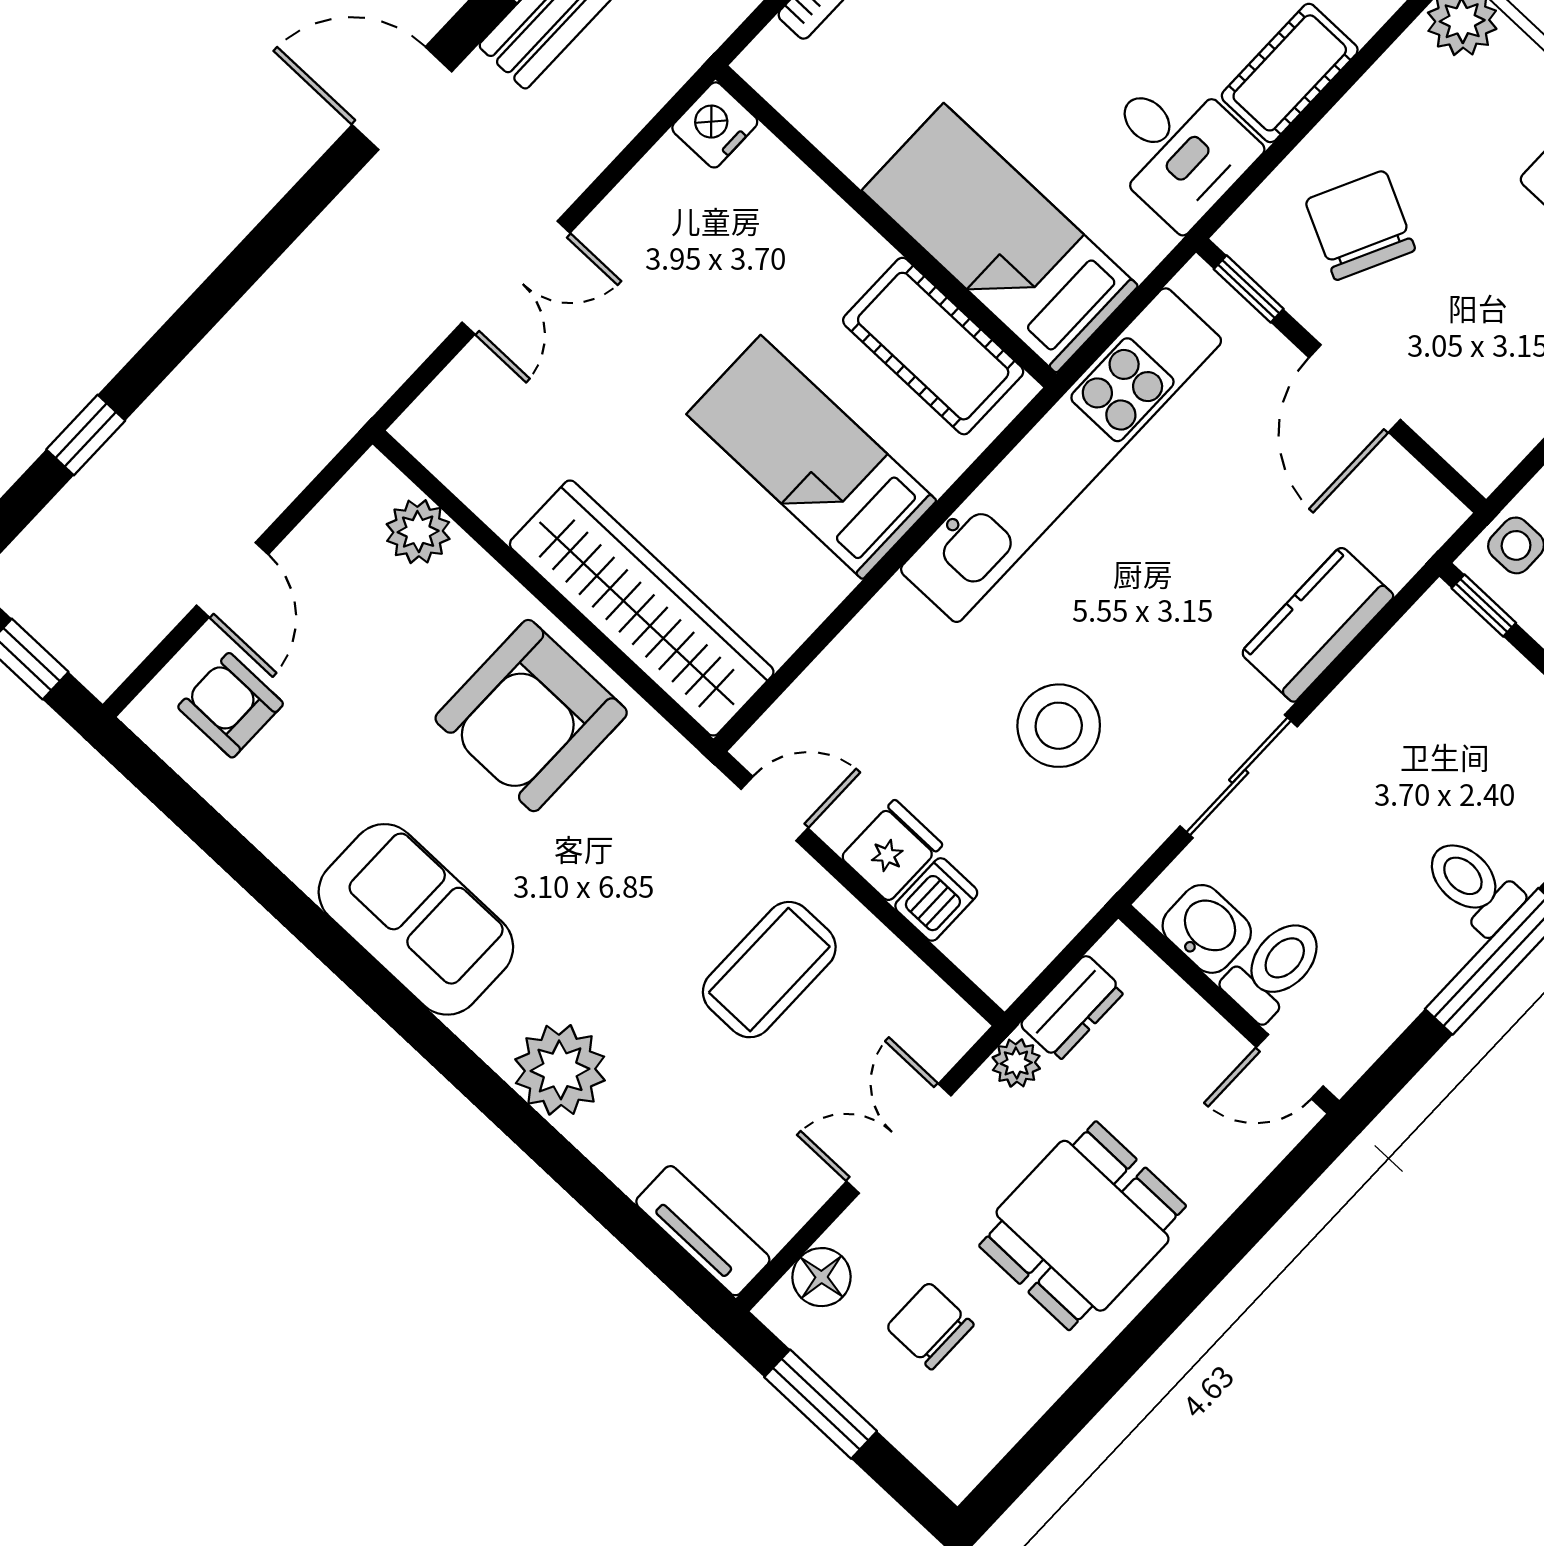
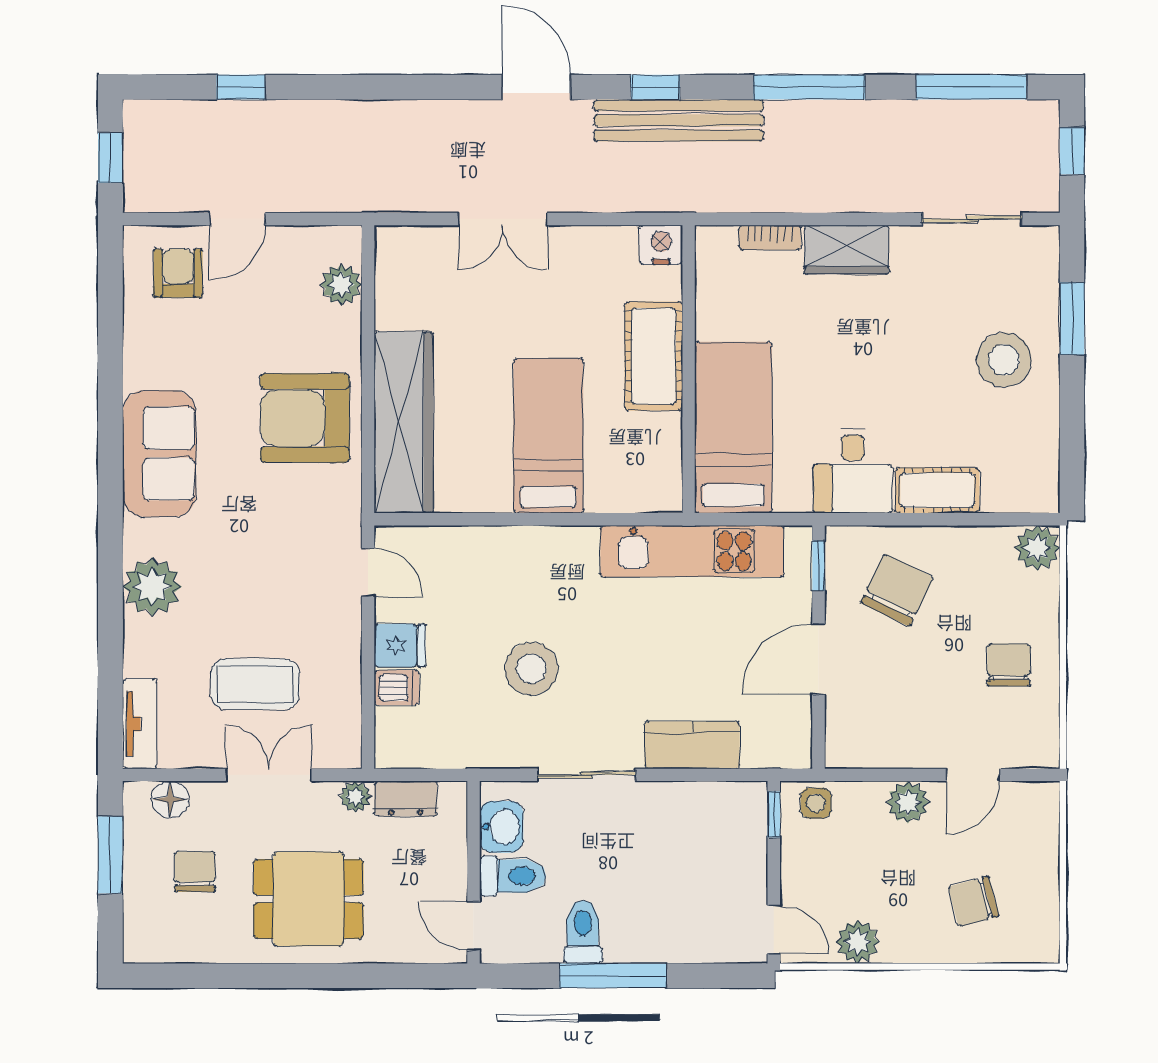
cot: (933, 346) -> (654, 356), moved
kitchen unit: (1061, 455) -> (692, 551), width x0.73
toilet: (1473, 885) -> (583, 932), moved
coffee table: (769, 970) -> (255, 684), moved

